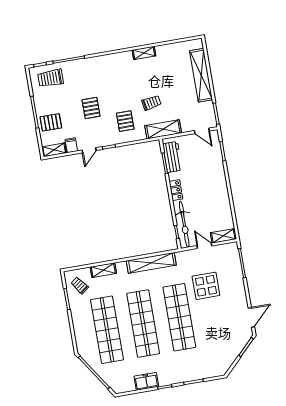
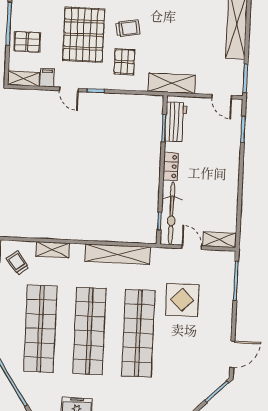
trolley: (151, 103) -> (128, 28), moved
pallet: (91, 108) -> (84, 35), width x2.05, depth x2.00
door: (89, 150) -> (69, 89), hinge flipped

